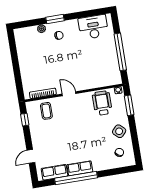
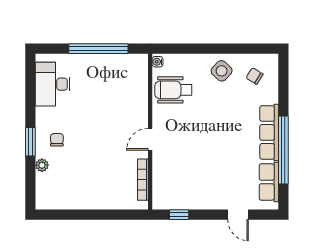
window: (129, 105) -> (184, 49), removed
coffee table: (46, 111) -> (171, 179), removed
row of seats: (80, 168) -> (269, 132), width x1.48

